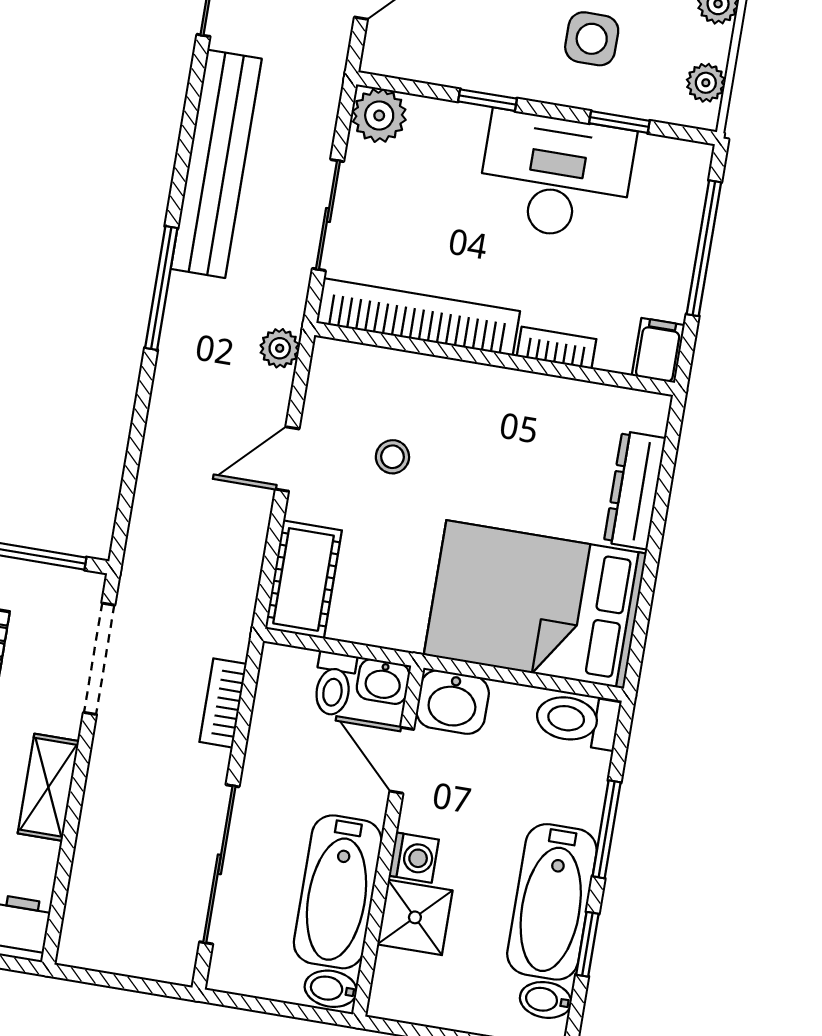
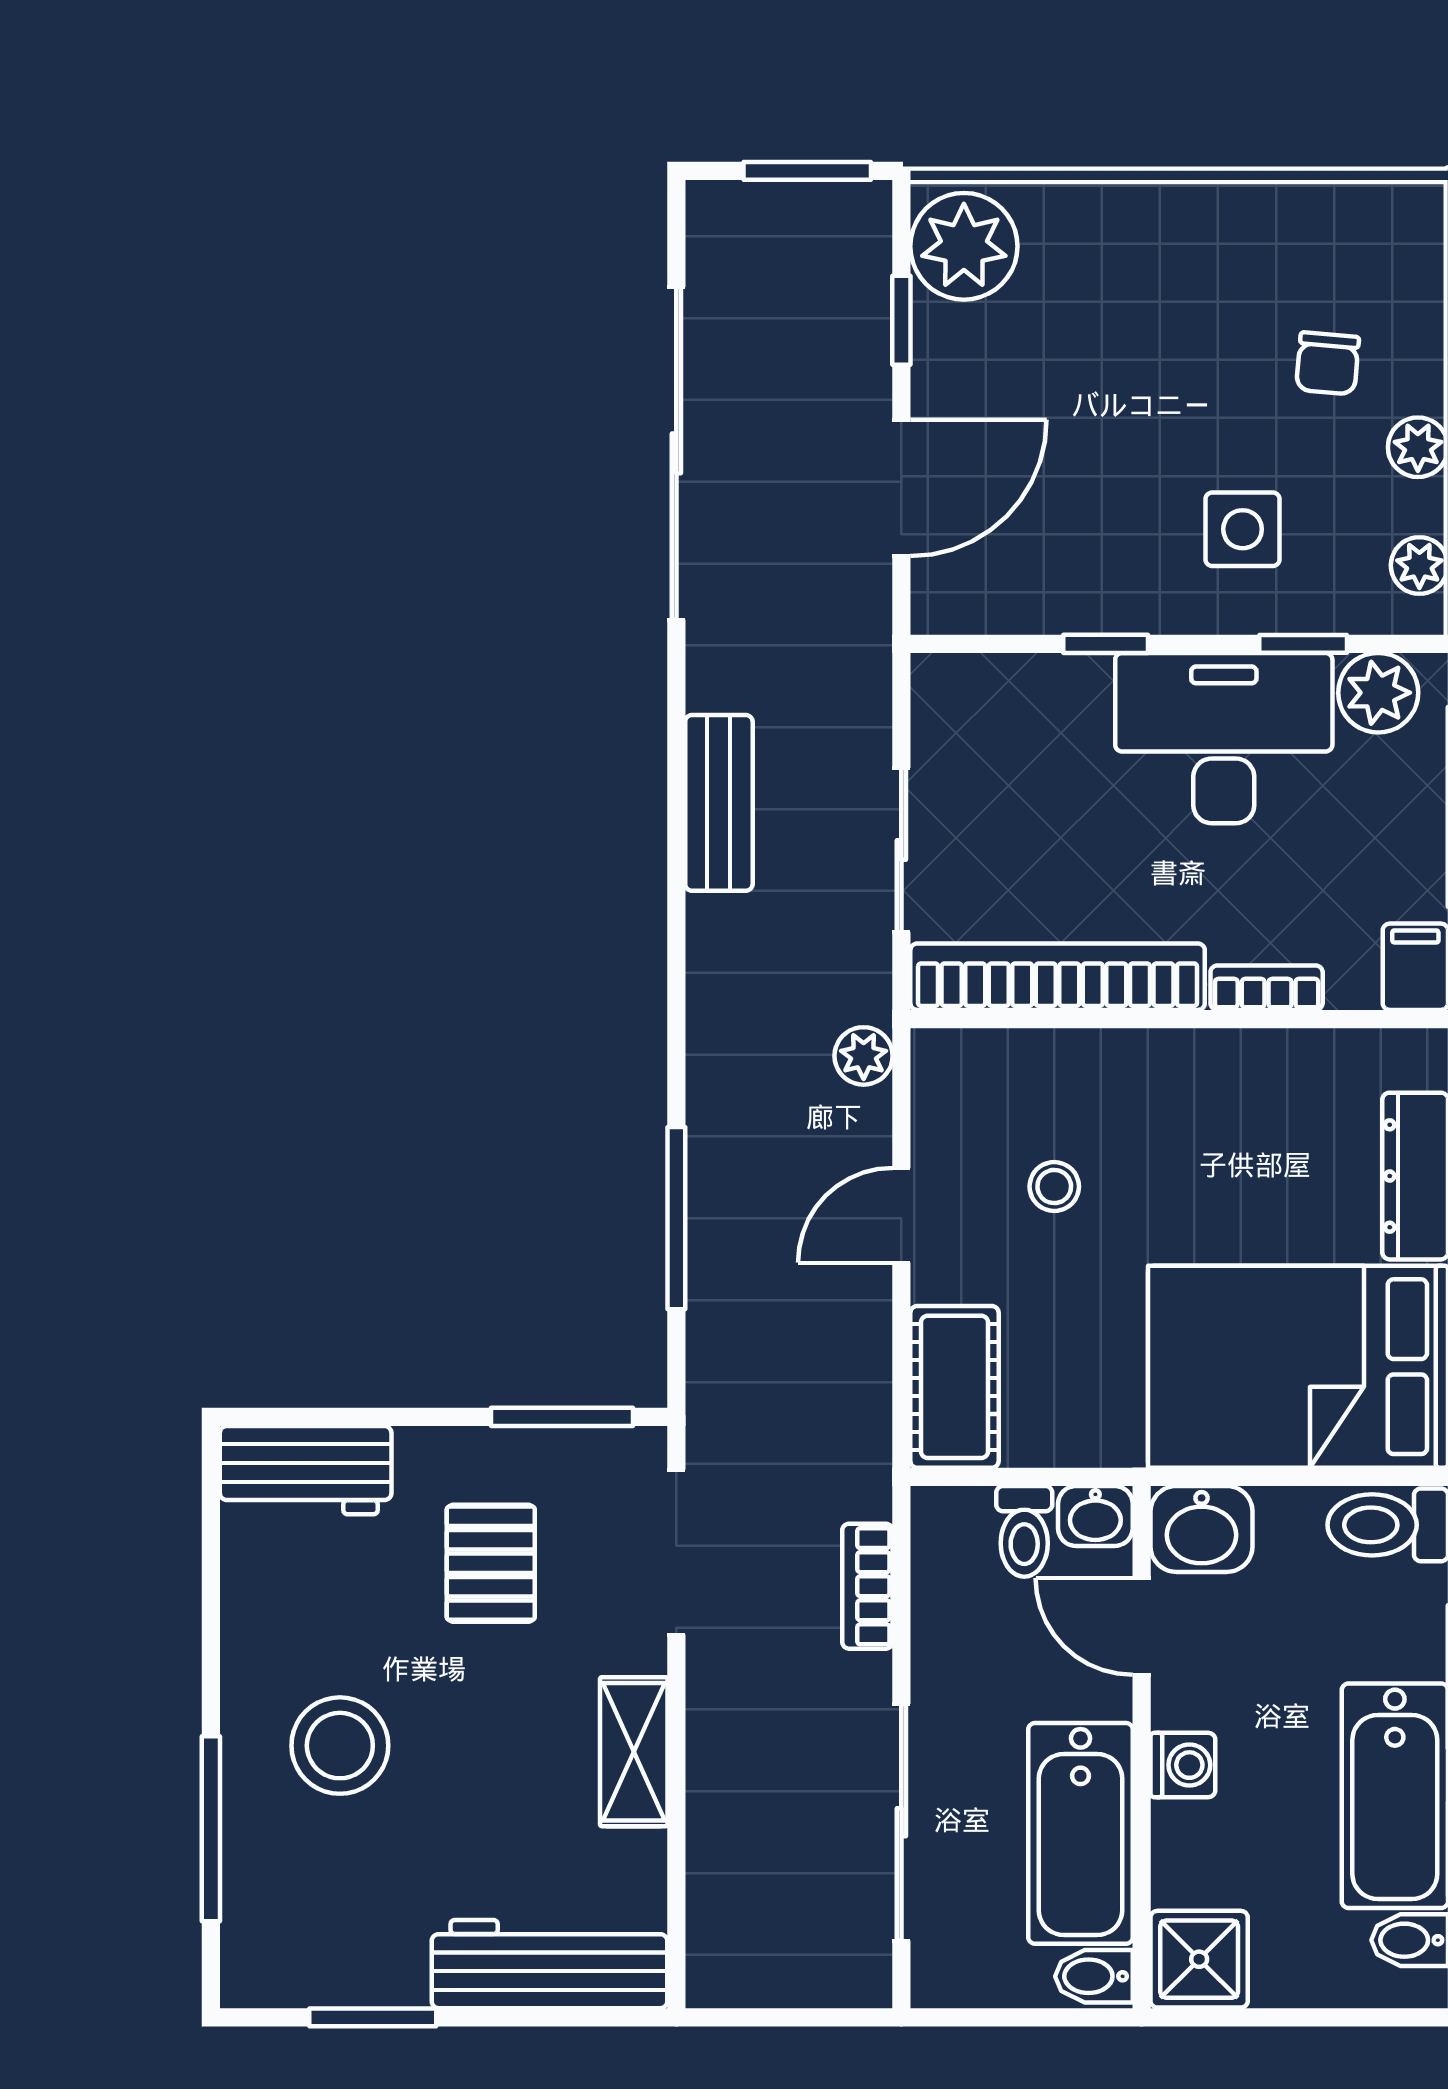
plant: (379, 115) -> (1378, 693), moved
bench: (216, 164) -> (719, 803), width x0.54, depth x0.82
window: (161, 288) -> (676, 1218), moved
shower: (415, 917) -> (1199, 1959), moved

